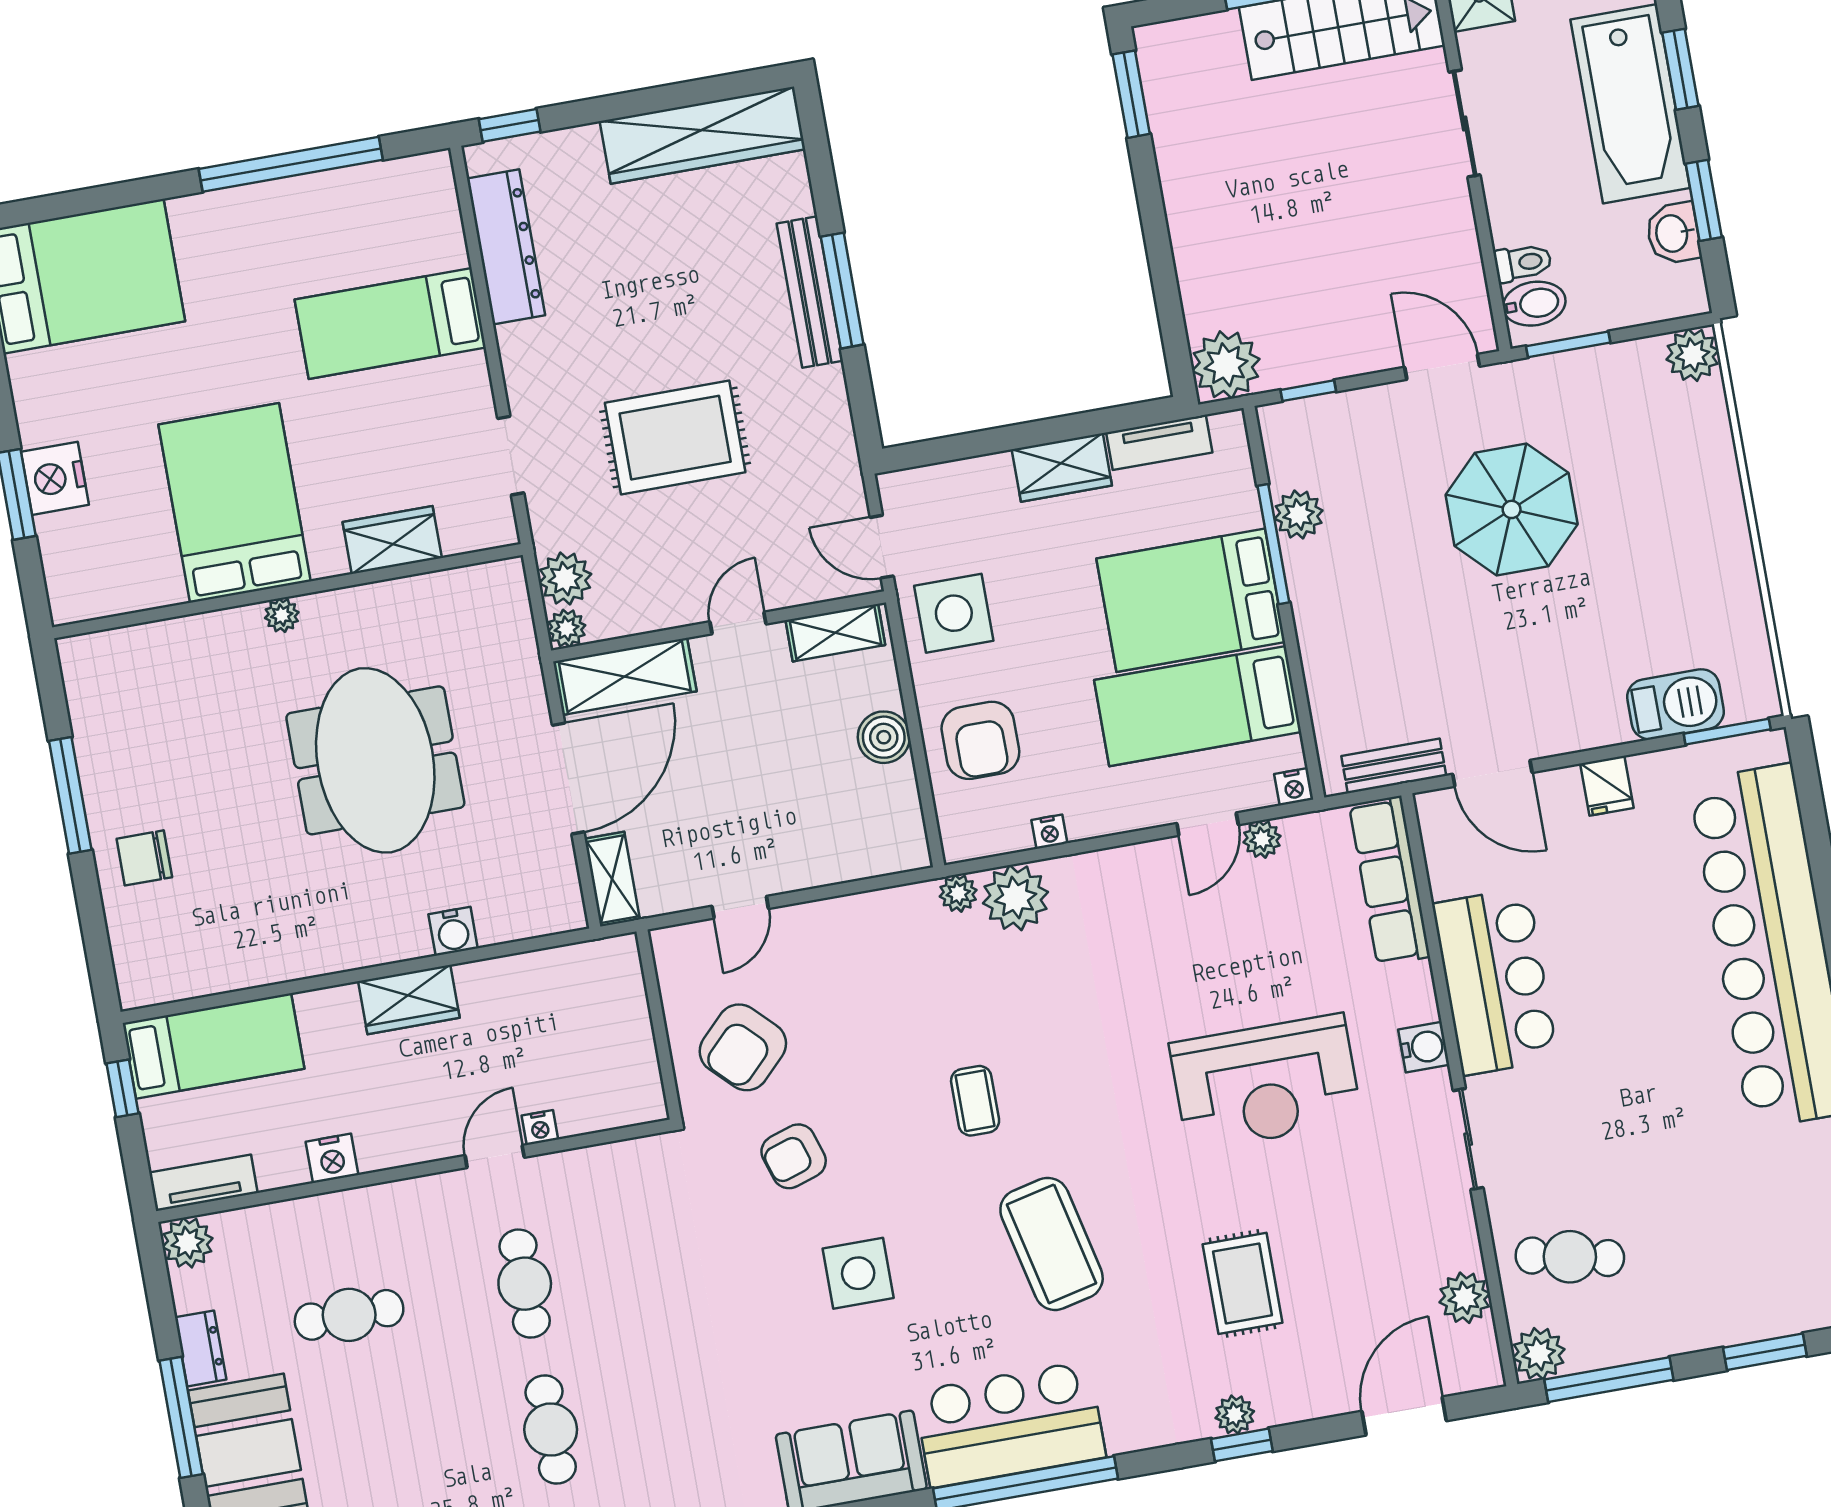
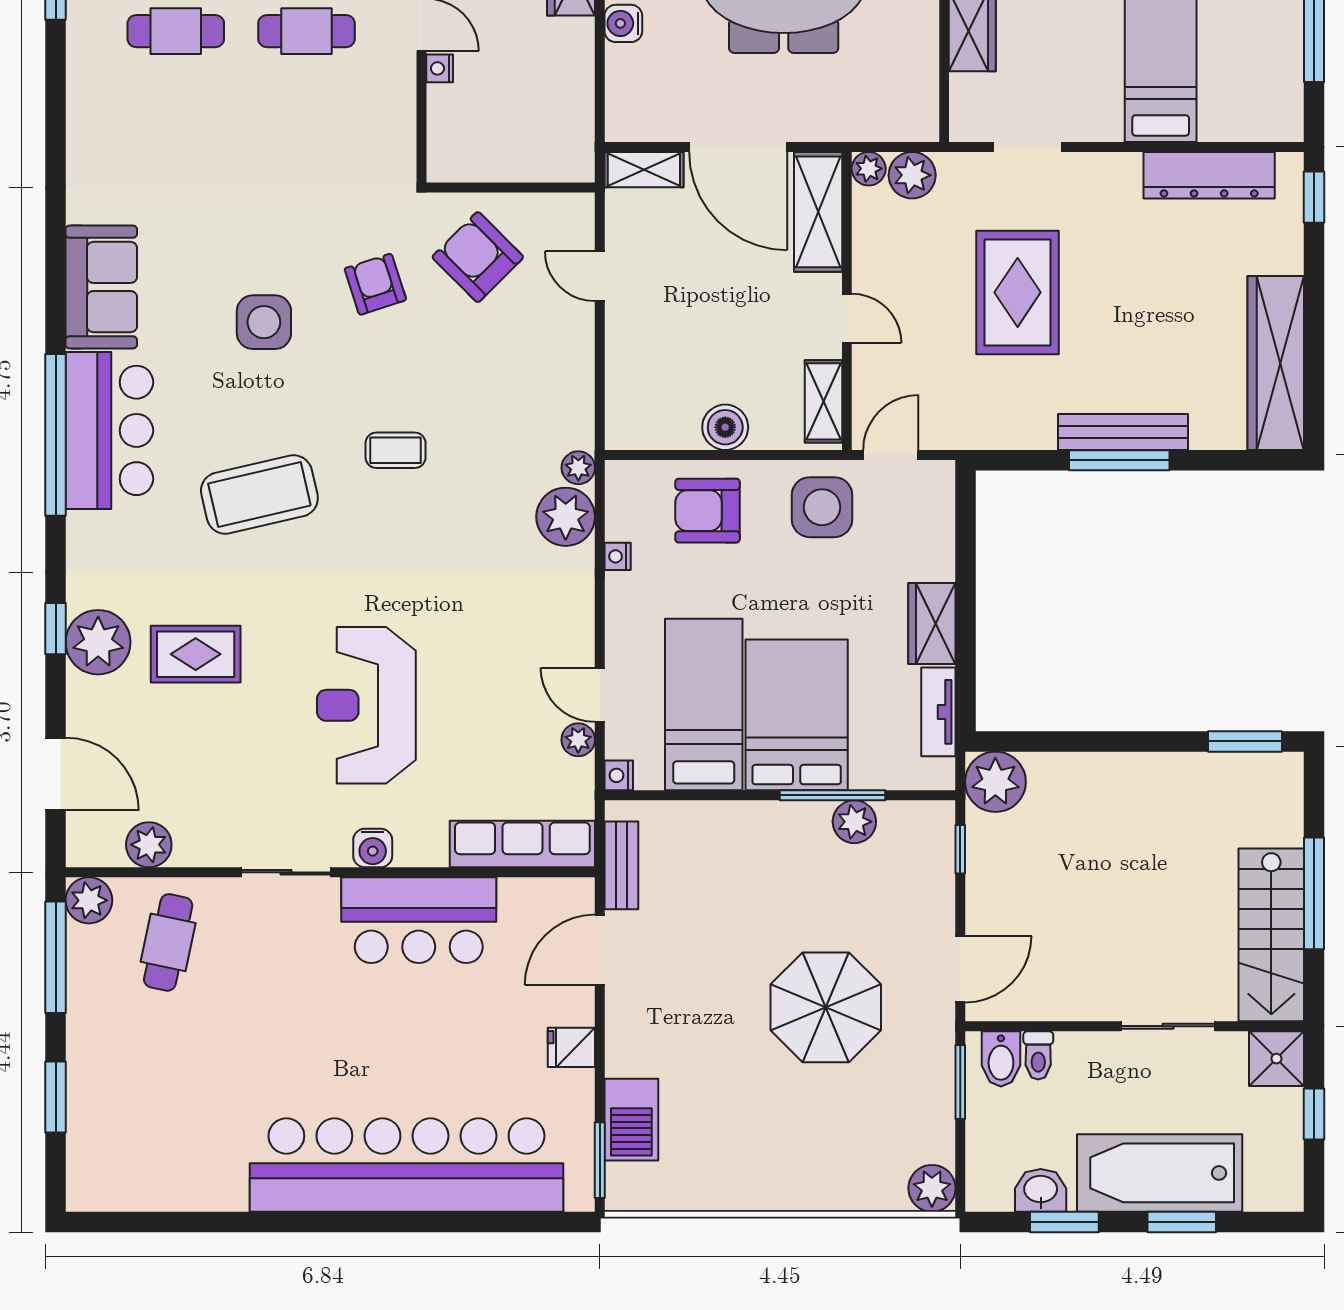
plant: (1235, 1415) -> (98, 642), width x1.88, depth x1.88

